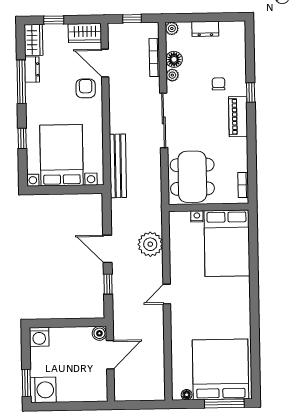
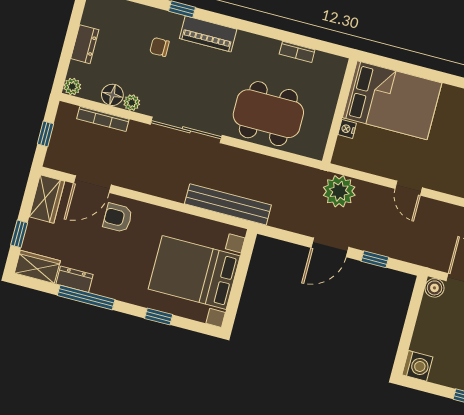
wall: (209, 207) -> (340, 111), moved
nightstand: (197, 216) -> (347, 129), moved
bed: (227, 243) -> (392, 100), moved

